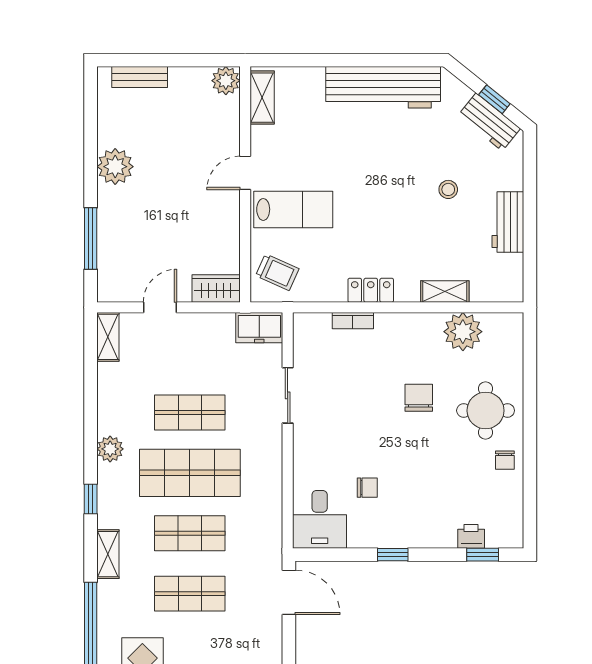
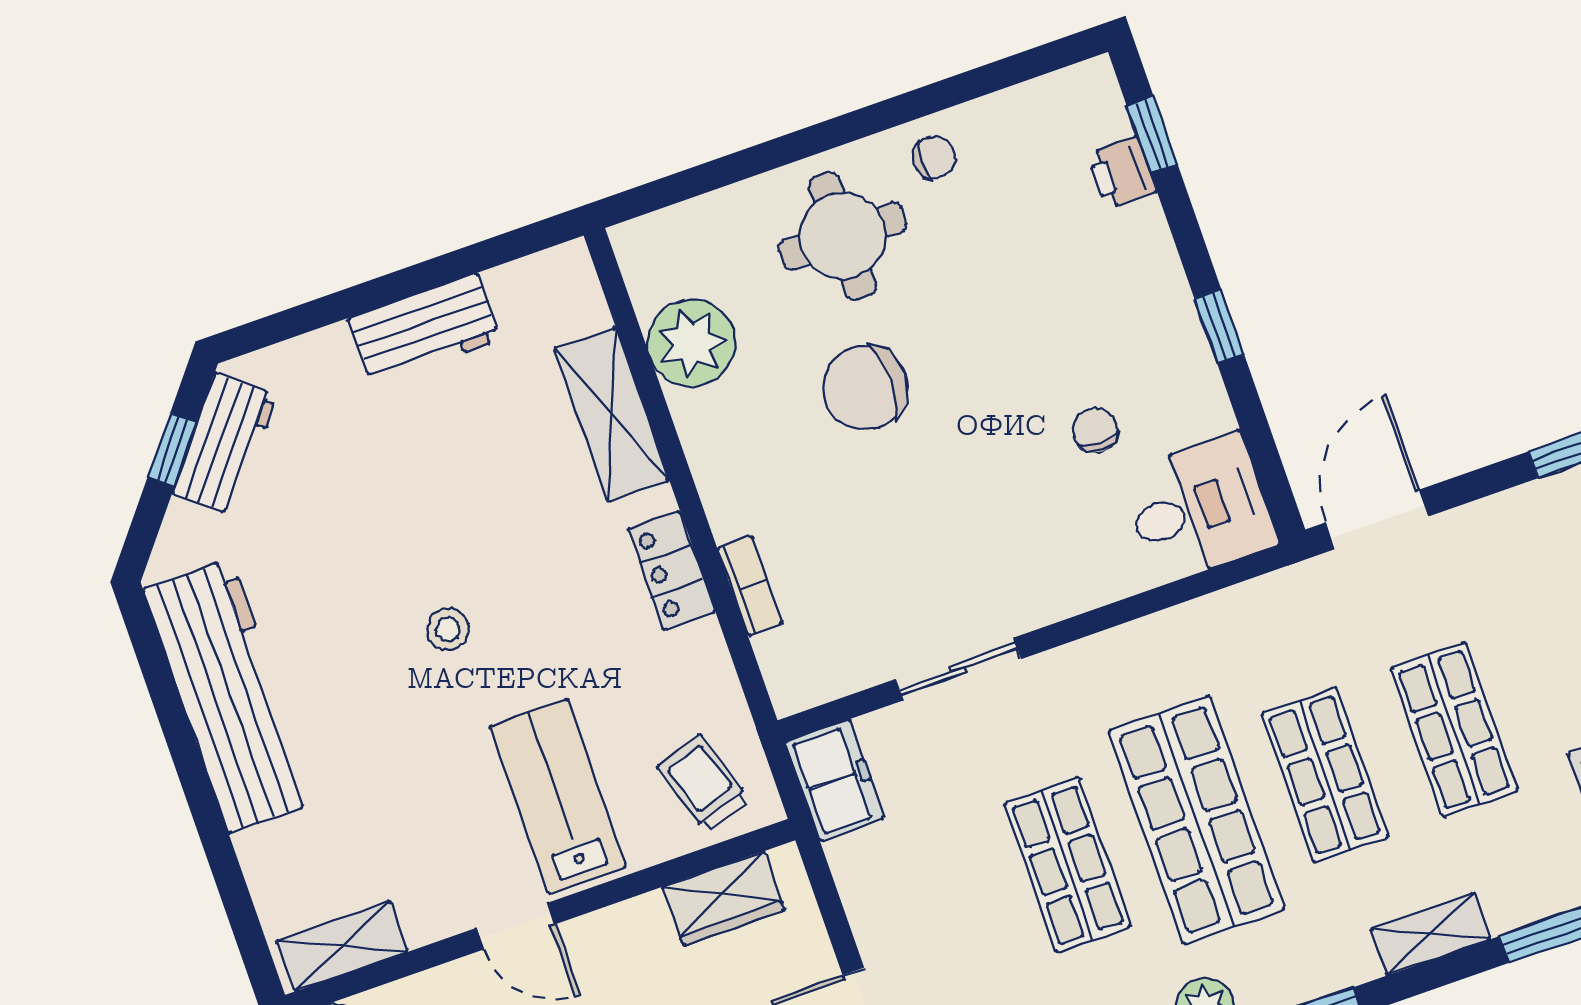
stool: (448, 189) -> (448, 629), moved
trolley: (277, 272) -> (703, 783), turned -42
wardrobe: (216, 288) -> (724, 899), moved, turned -90
shelving: (445, 292) -> (612, 414), width x1.50, depth x1.33
chair: (419, 398) -> (865, 388), width x1.37, depth x1.37

